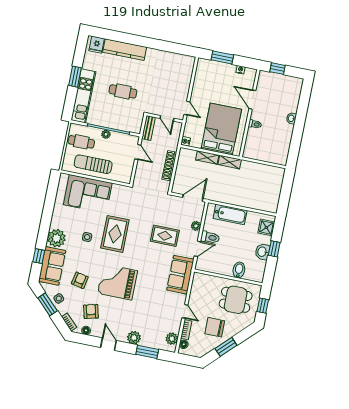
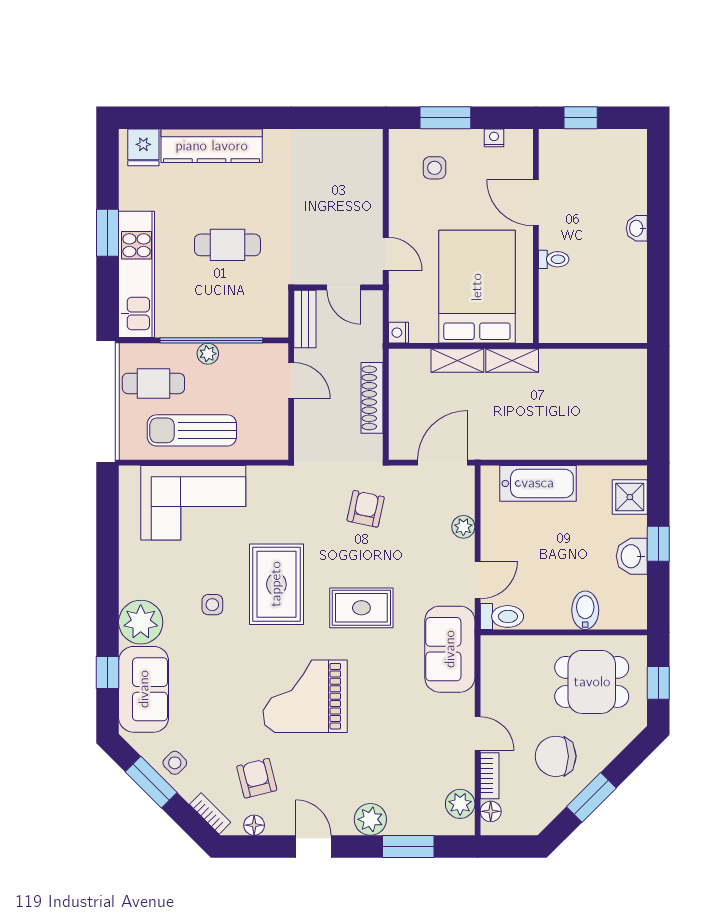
side table: (214, 77) -> (434, 168), added
rug: (165, 236) -> (361, 608), moved
toilet: (210, 237) -> (502, 616), moved
armchair: (80, 280) -> (366, 509), moved

